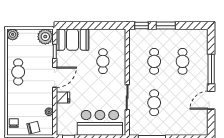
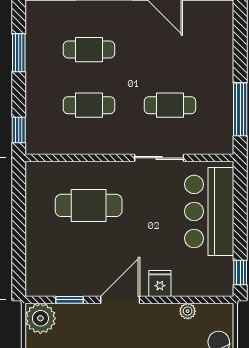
window: (166, 26) -> (19, 53), moved
booth: (73, 40) -> (46, 265), removed
cafe table: (103, 61) -> (89, 205), width x1.37, depth x1.35
door: (55, 77) -> (120, 300), hinge flipped

